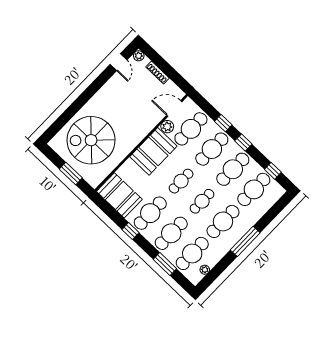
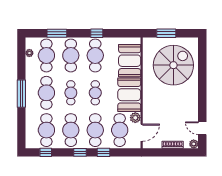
booth: (119, 195) -> (130, 61), moved, turned 90

